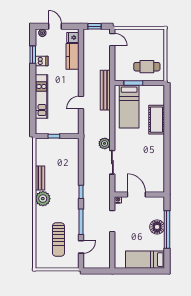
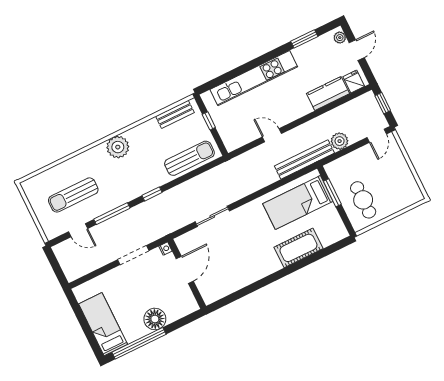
dishwasher: (42, 61) -> (301, 55), removed
kitchen unit: (41, 97) -> (254, 78), width x1.36
plant: (105, 143) -> (340, 141), moved
sun lounger: (71, 159) -> (189, 158), added
bench: (40, 178) -> (175, 114), moved
window: (167, 230) -> (139, 343), moved

